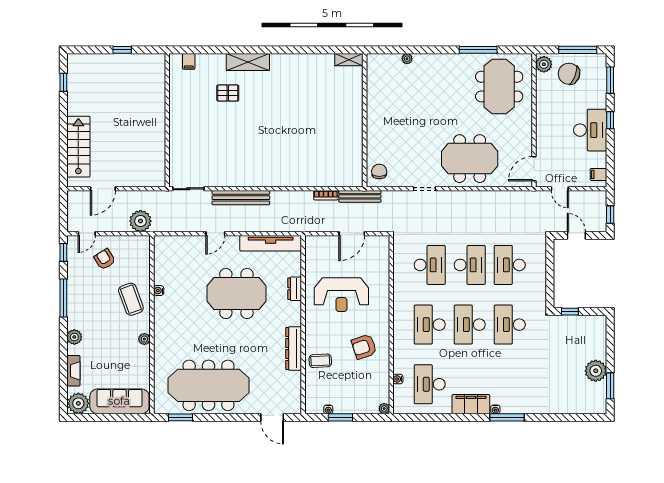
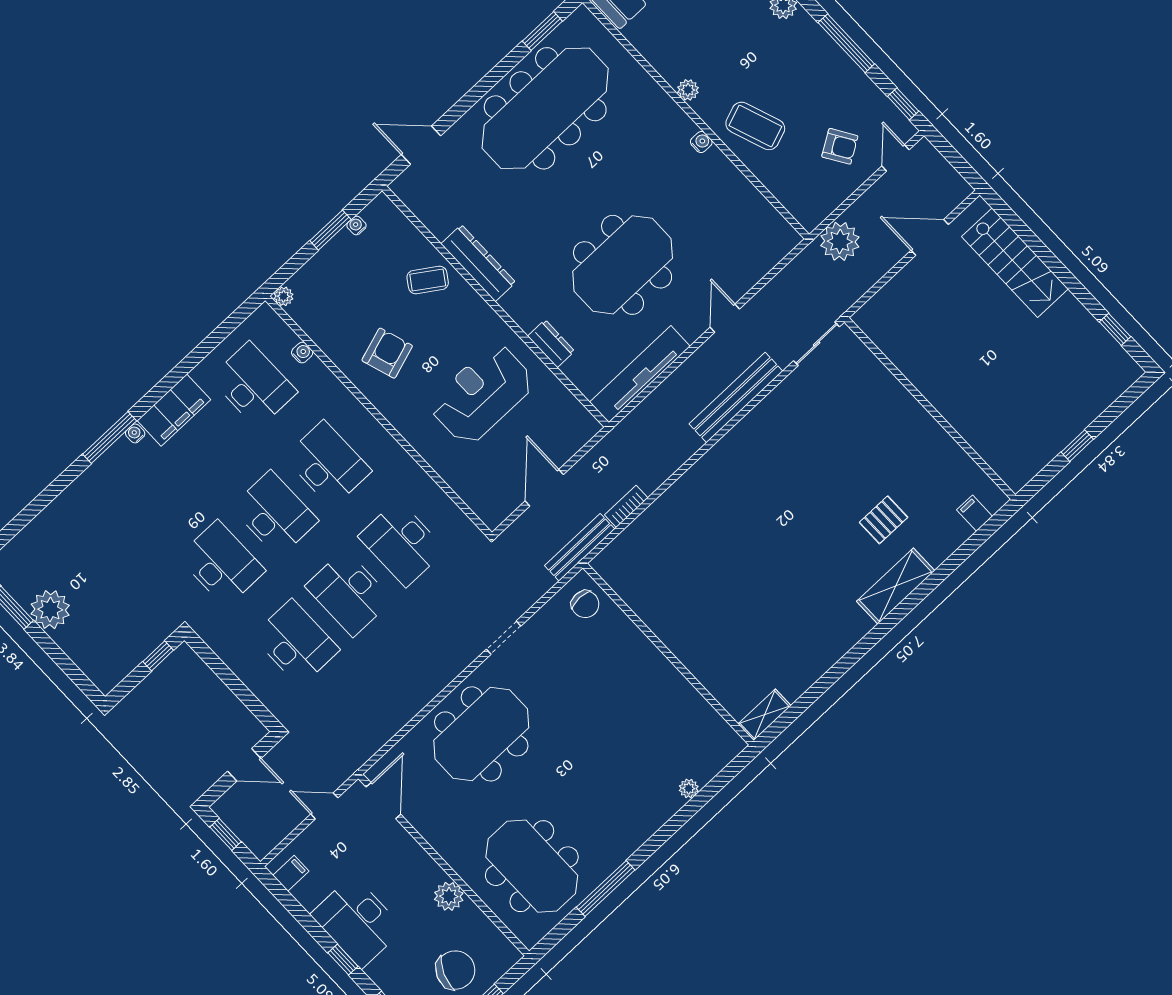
plant: (544, 64) -> (449, 896), moved
door: (103, 189) -> (930, 237), hinge flipped
water cooler: (159, 291) -> (701, 142), moved
coffee table: (320, 361) -> (428, 280), turned 37

